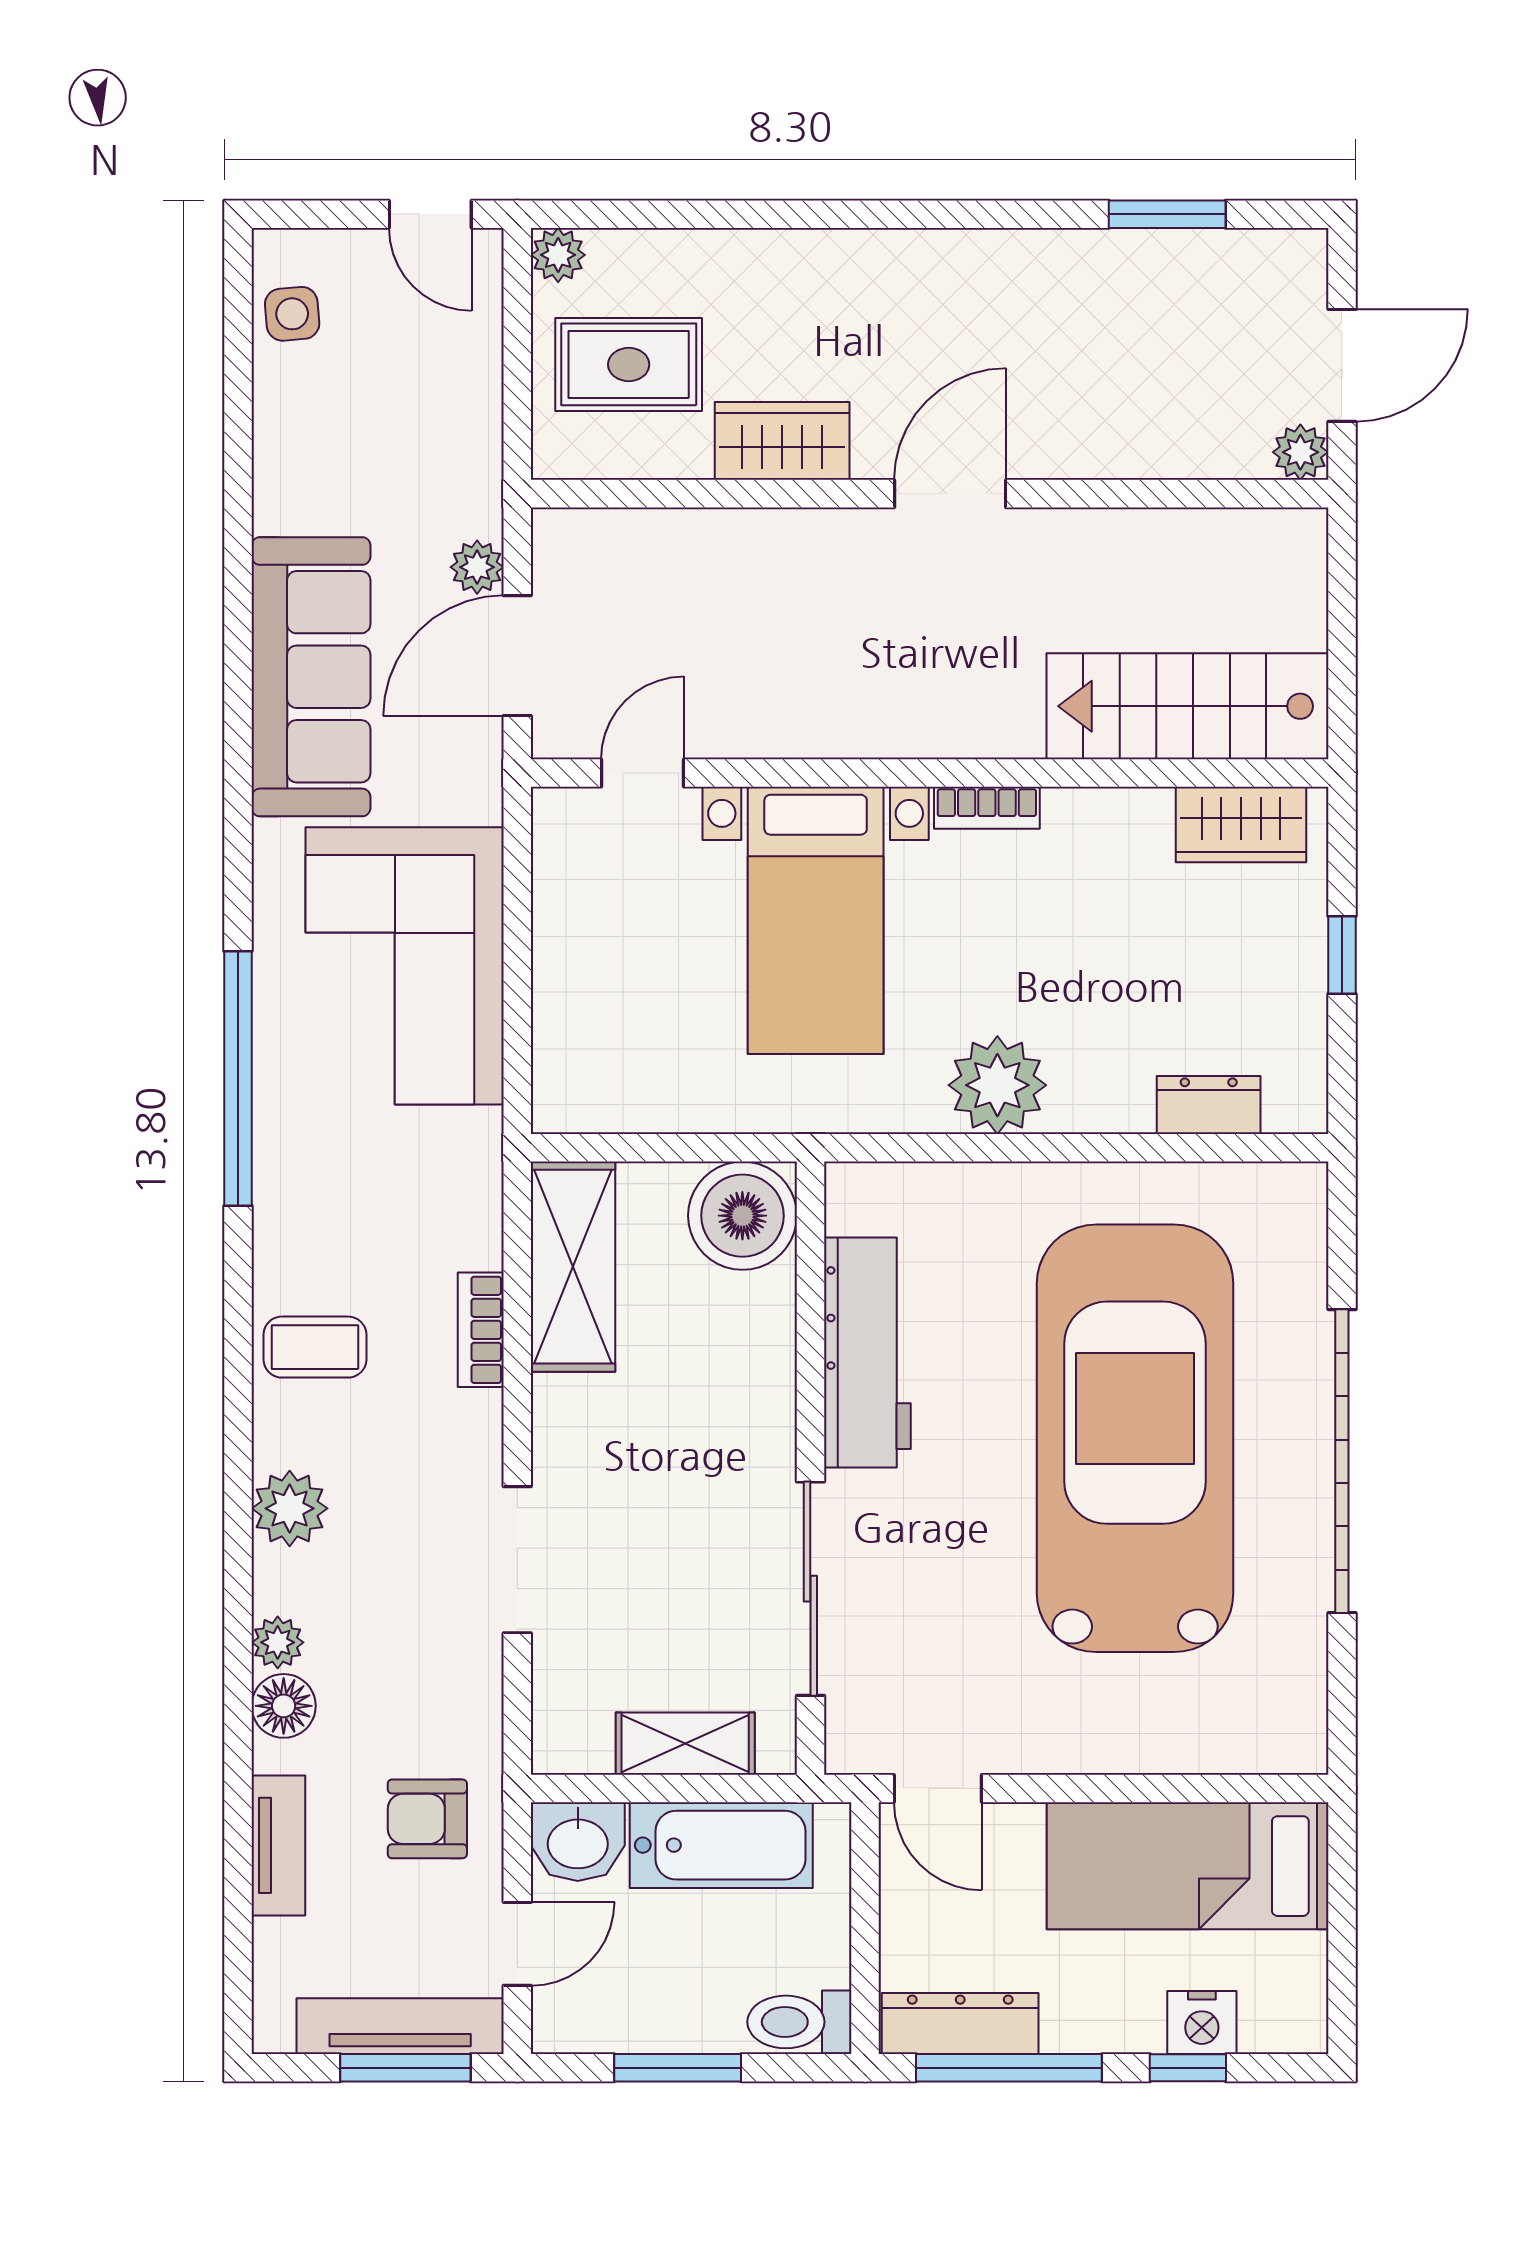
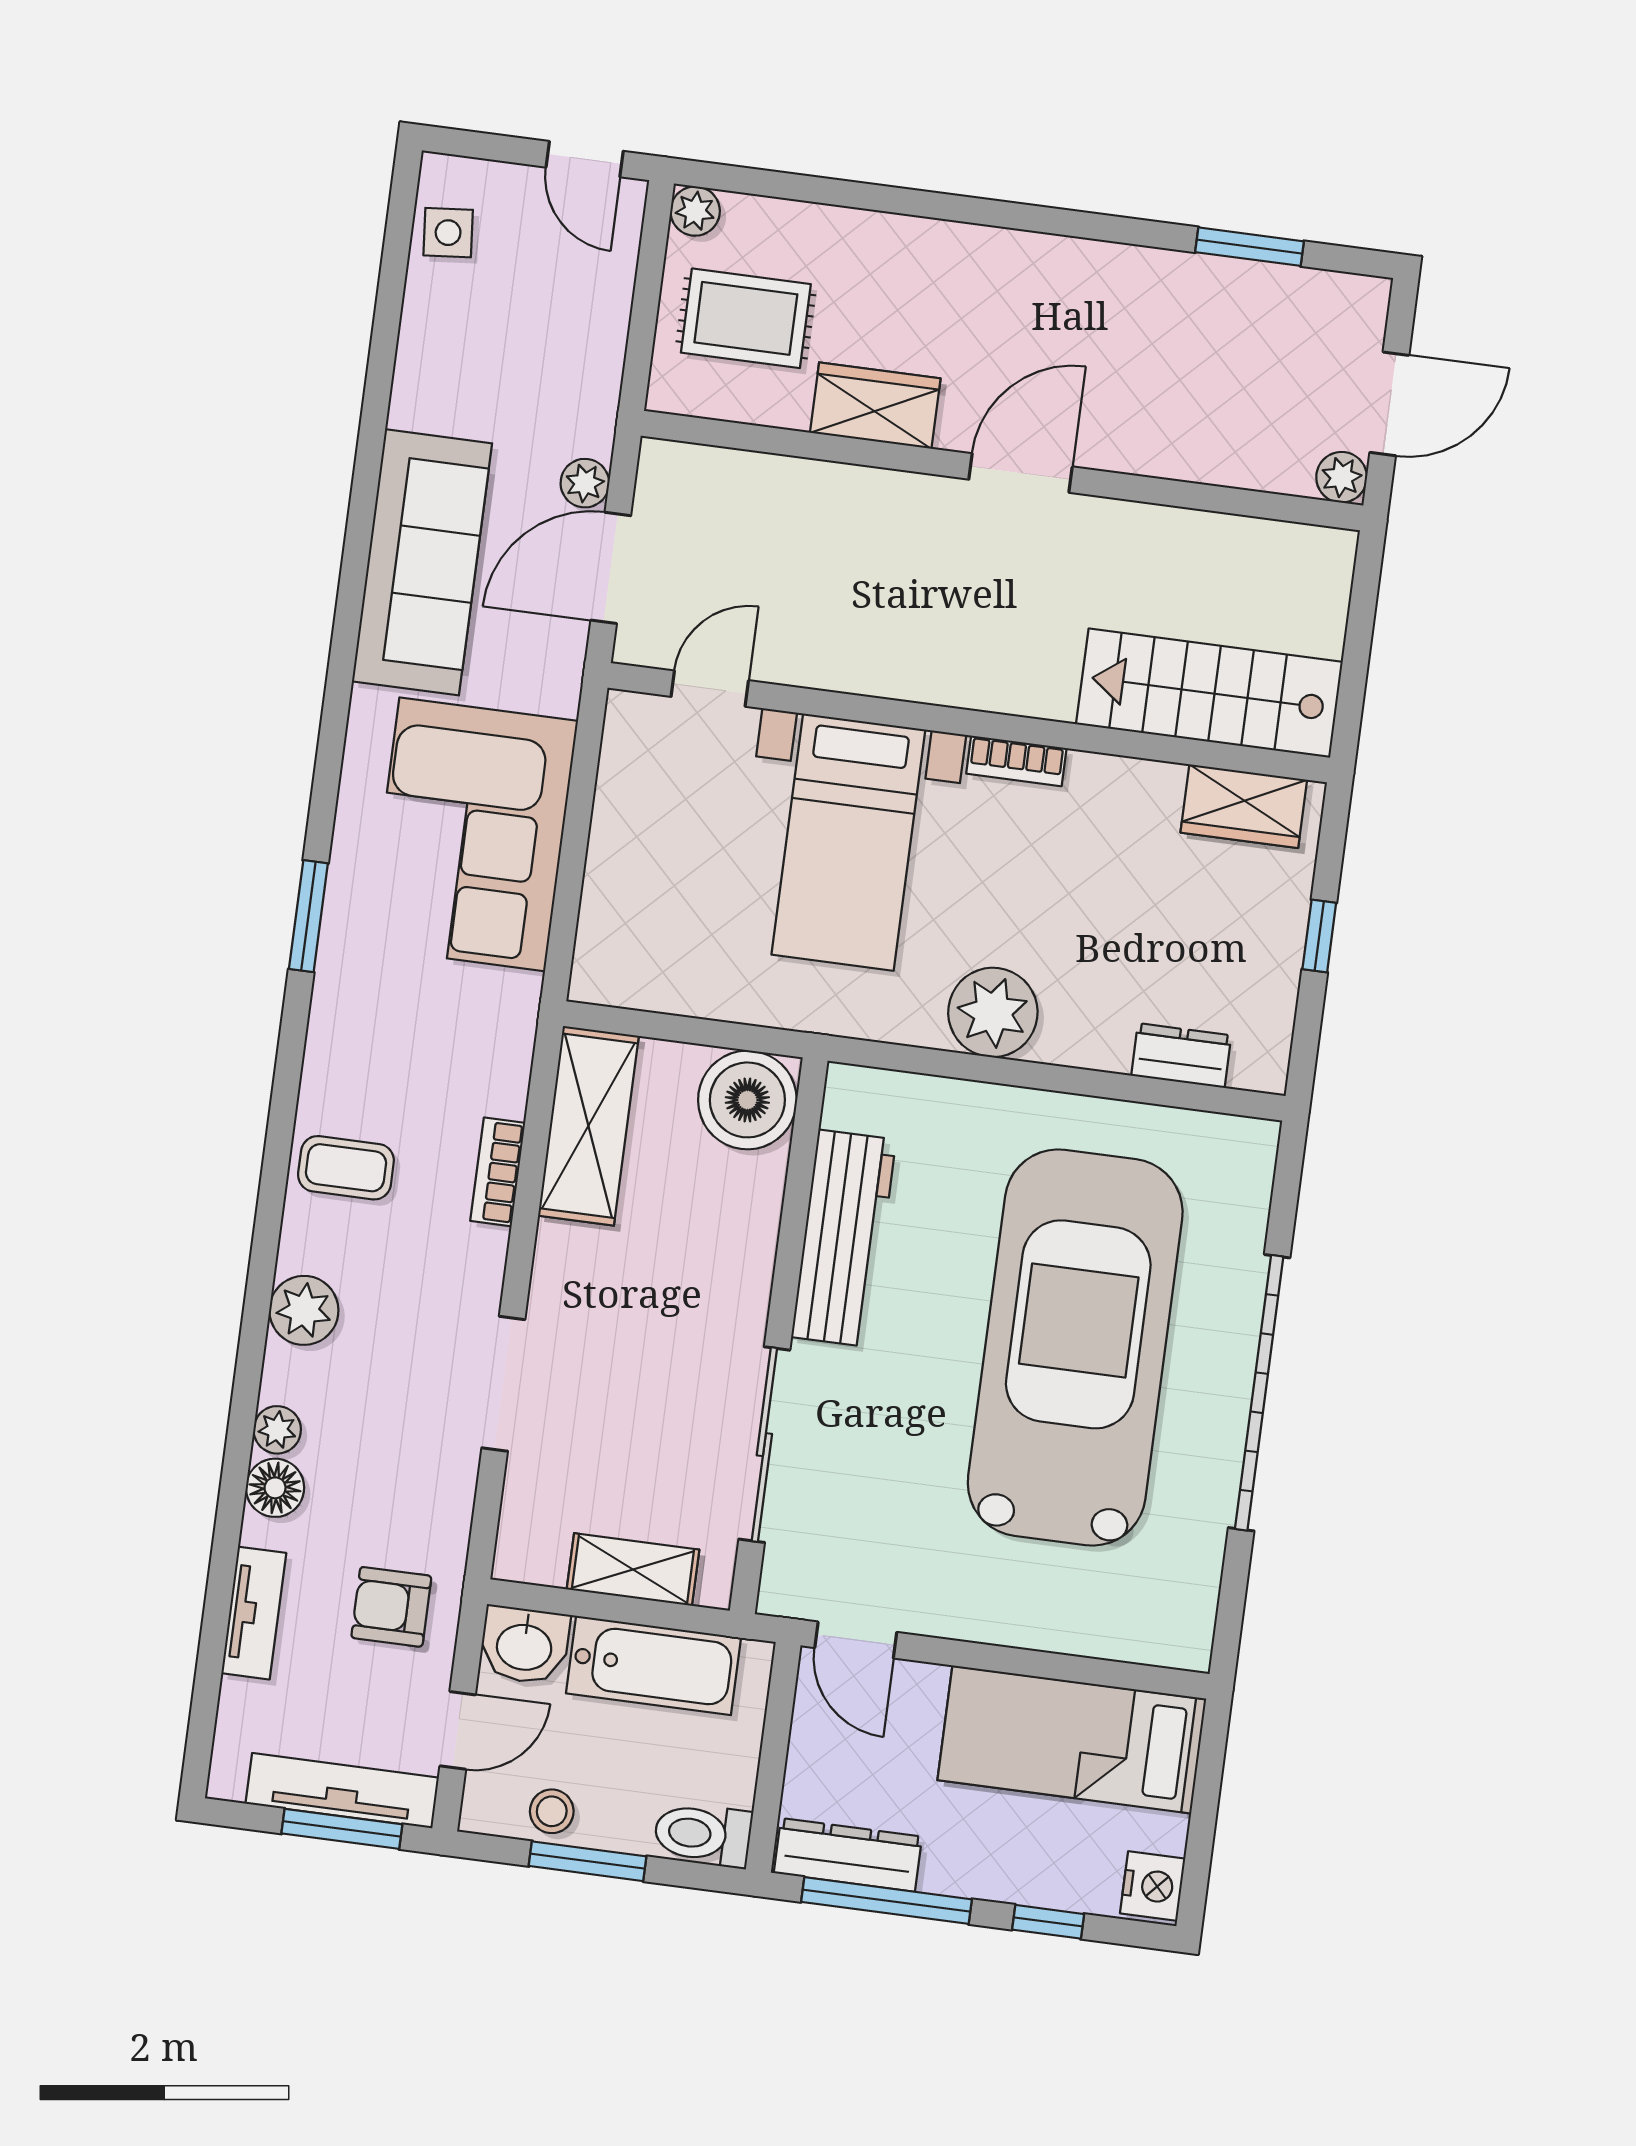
window: (238, 1078) -> (308, 916), width x0.47
stool: (631, 2019) -> (552, 1811), added
nightstand: (1202, 2022) -> (1153, 1886), moved, turned -90

